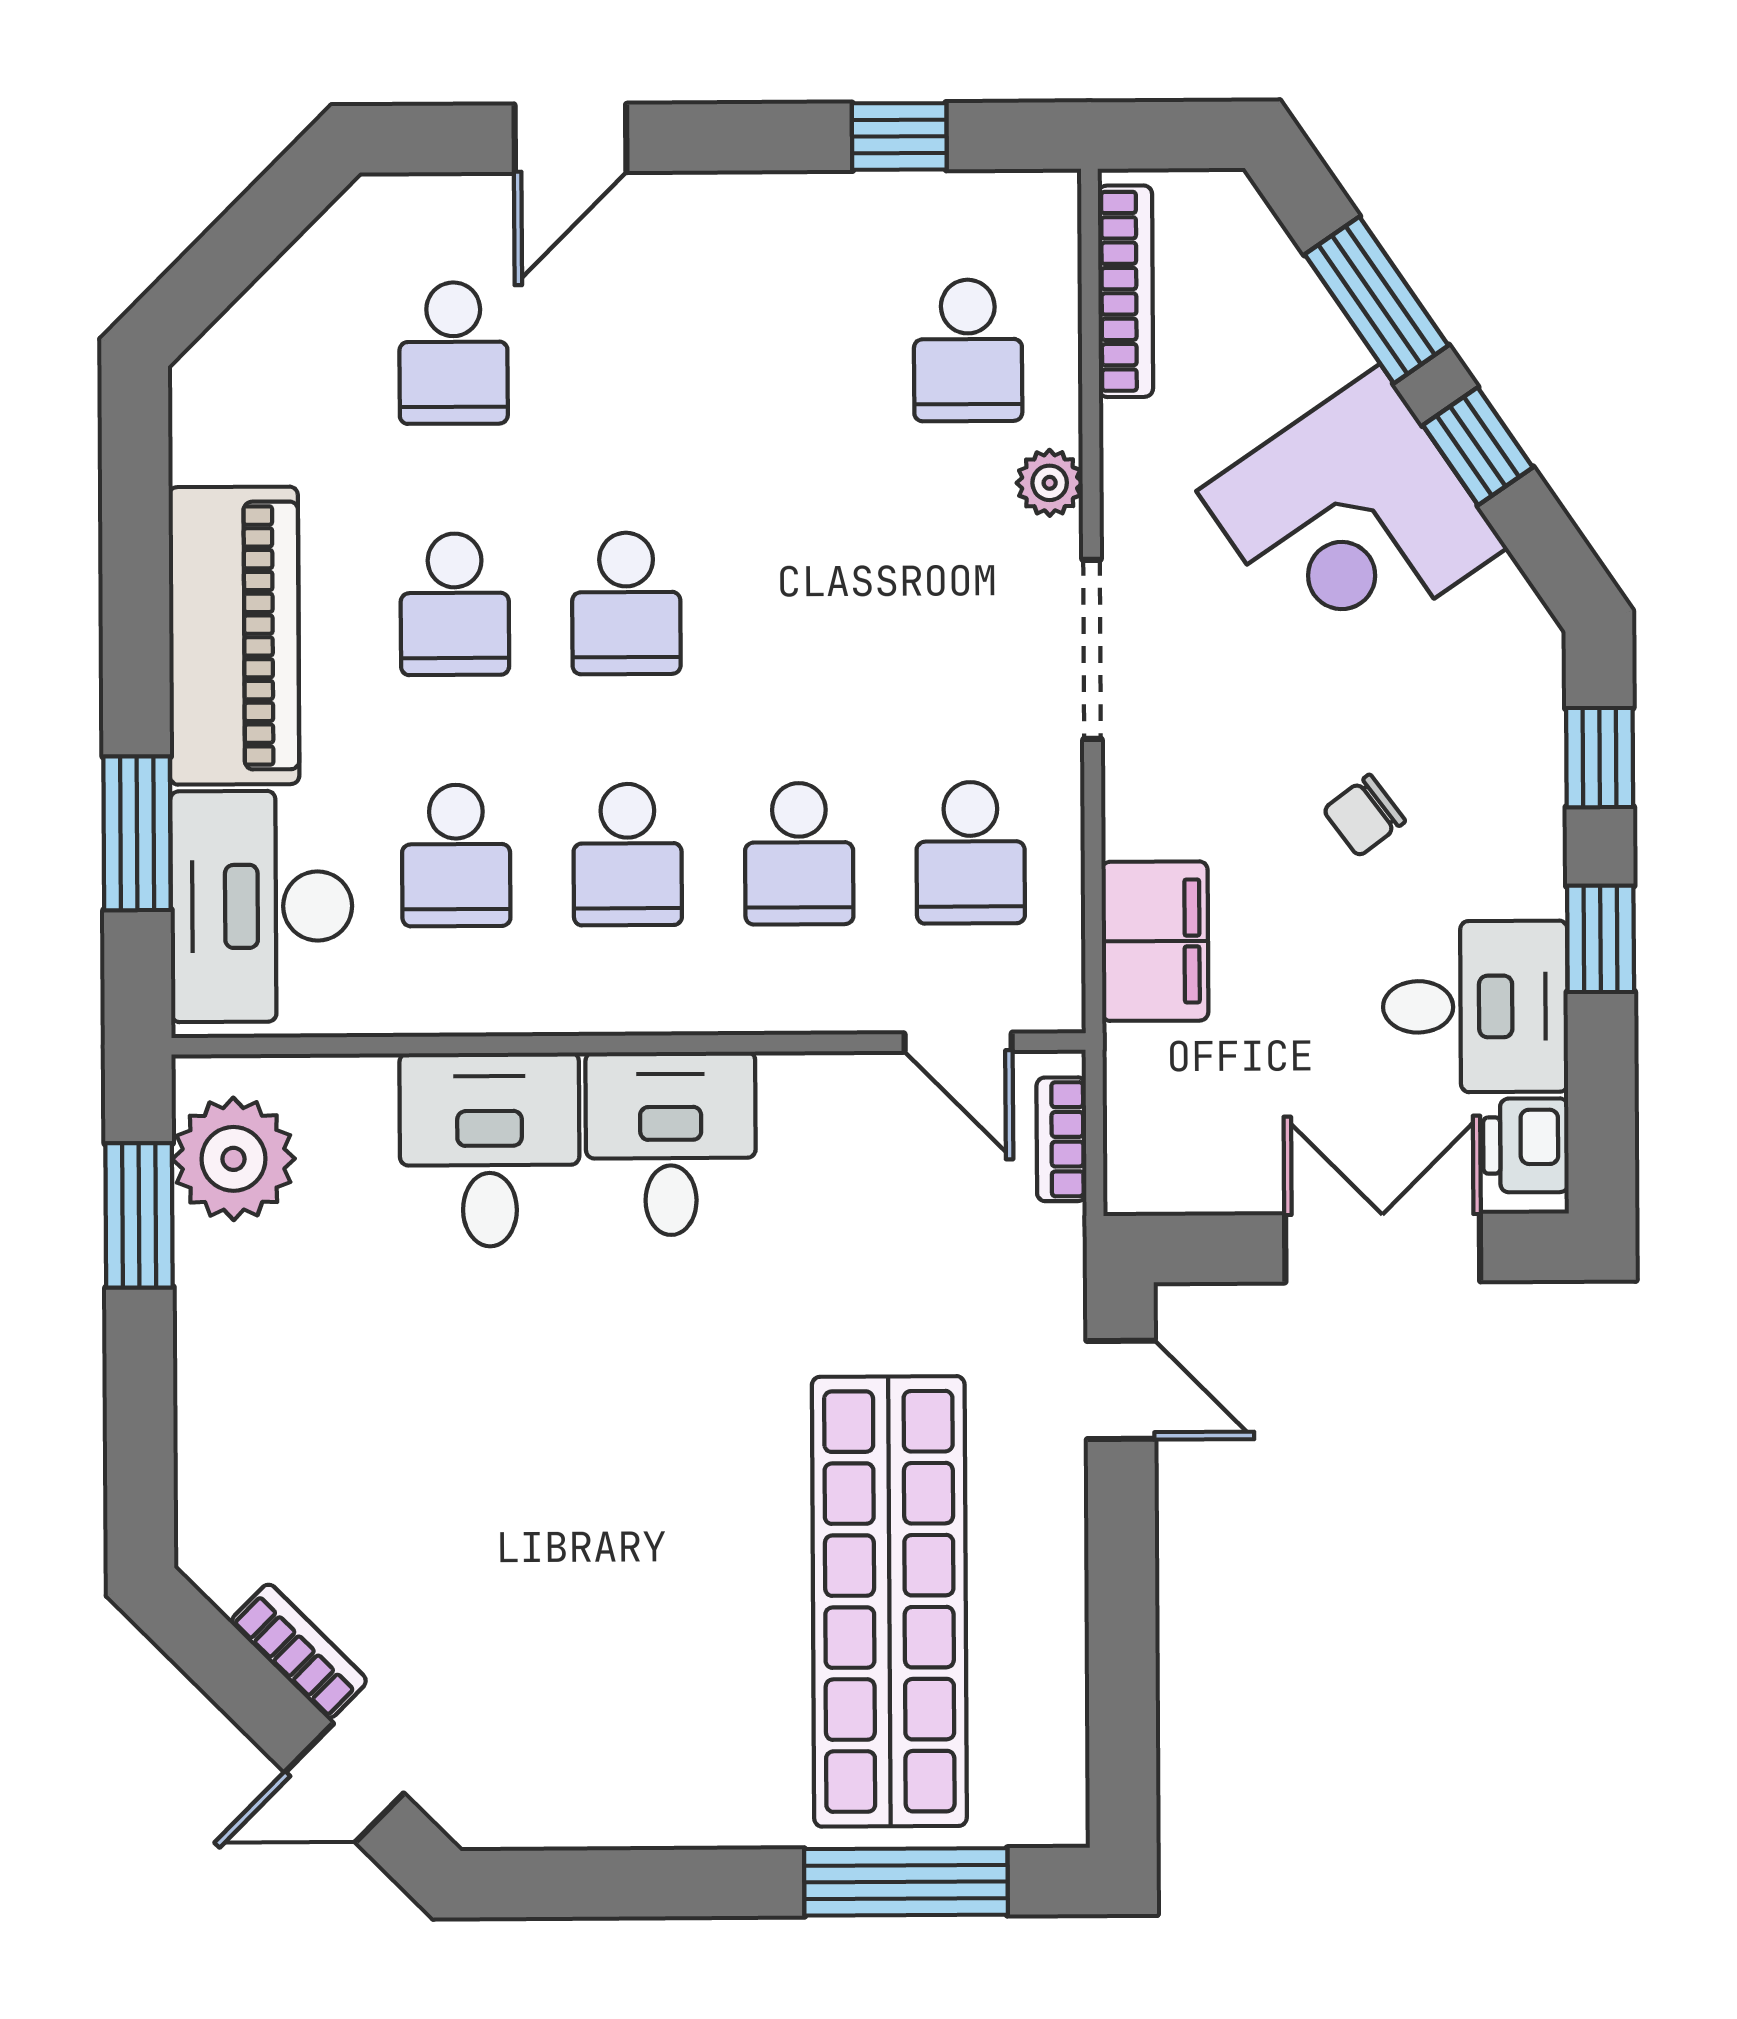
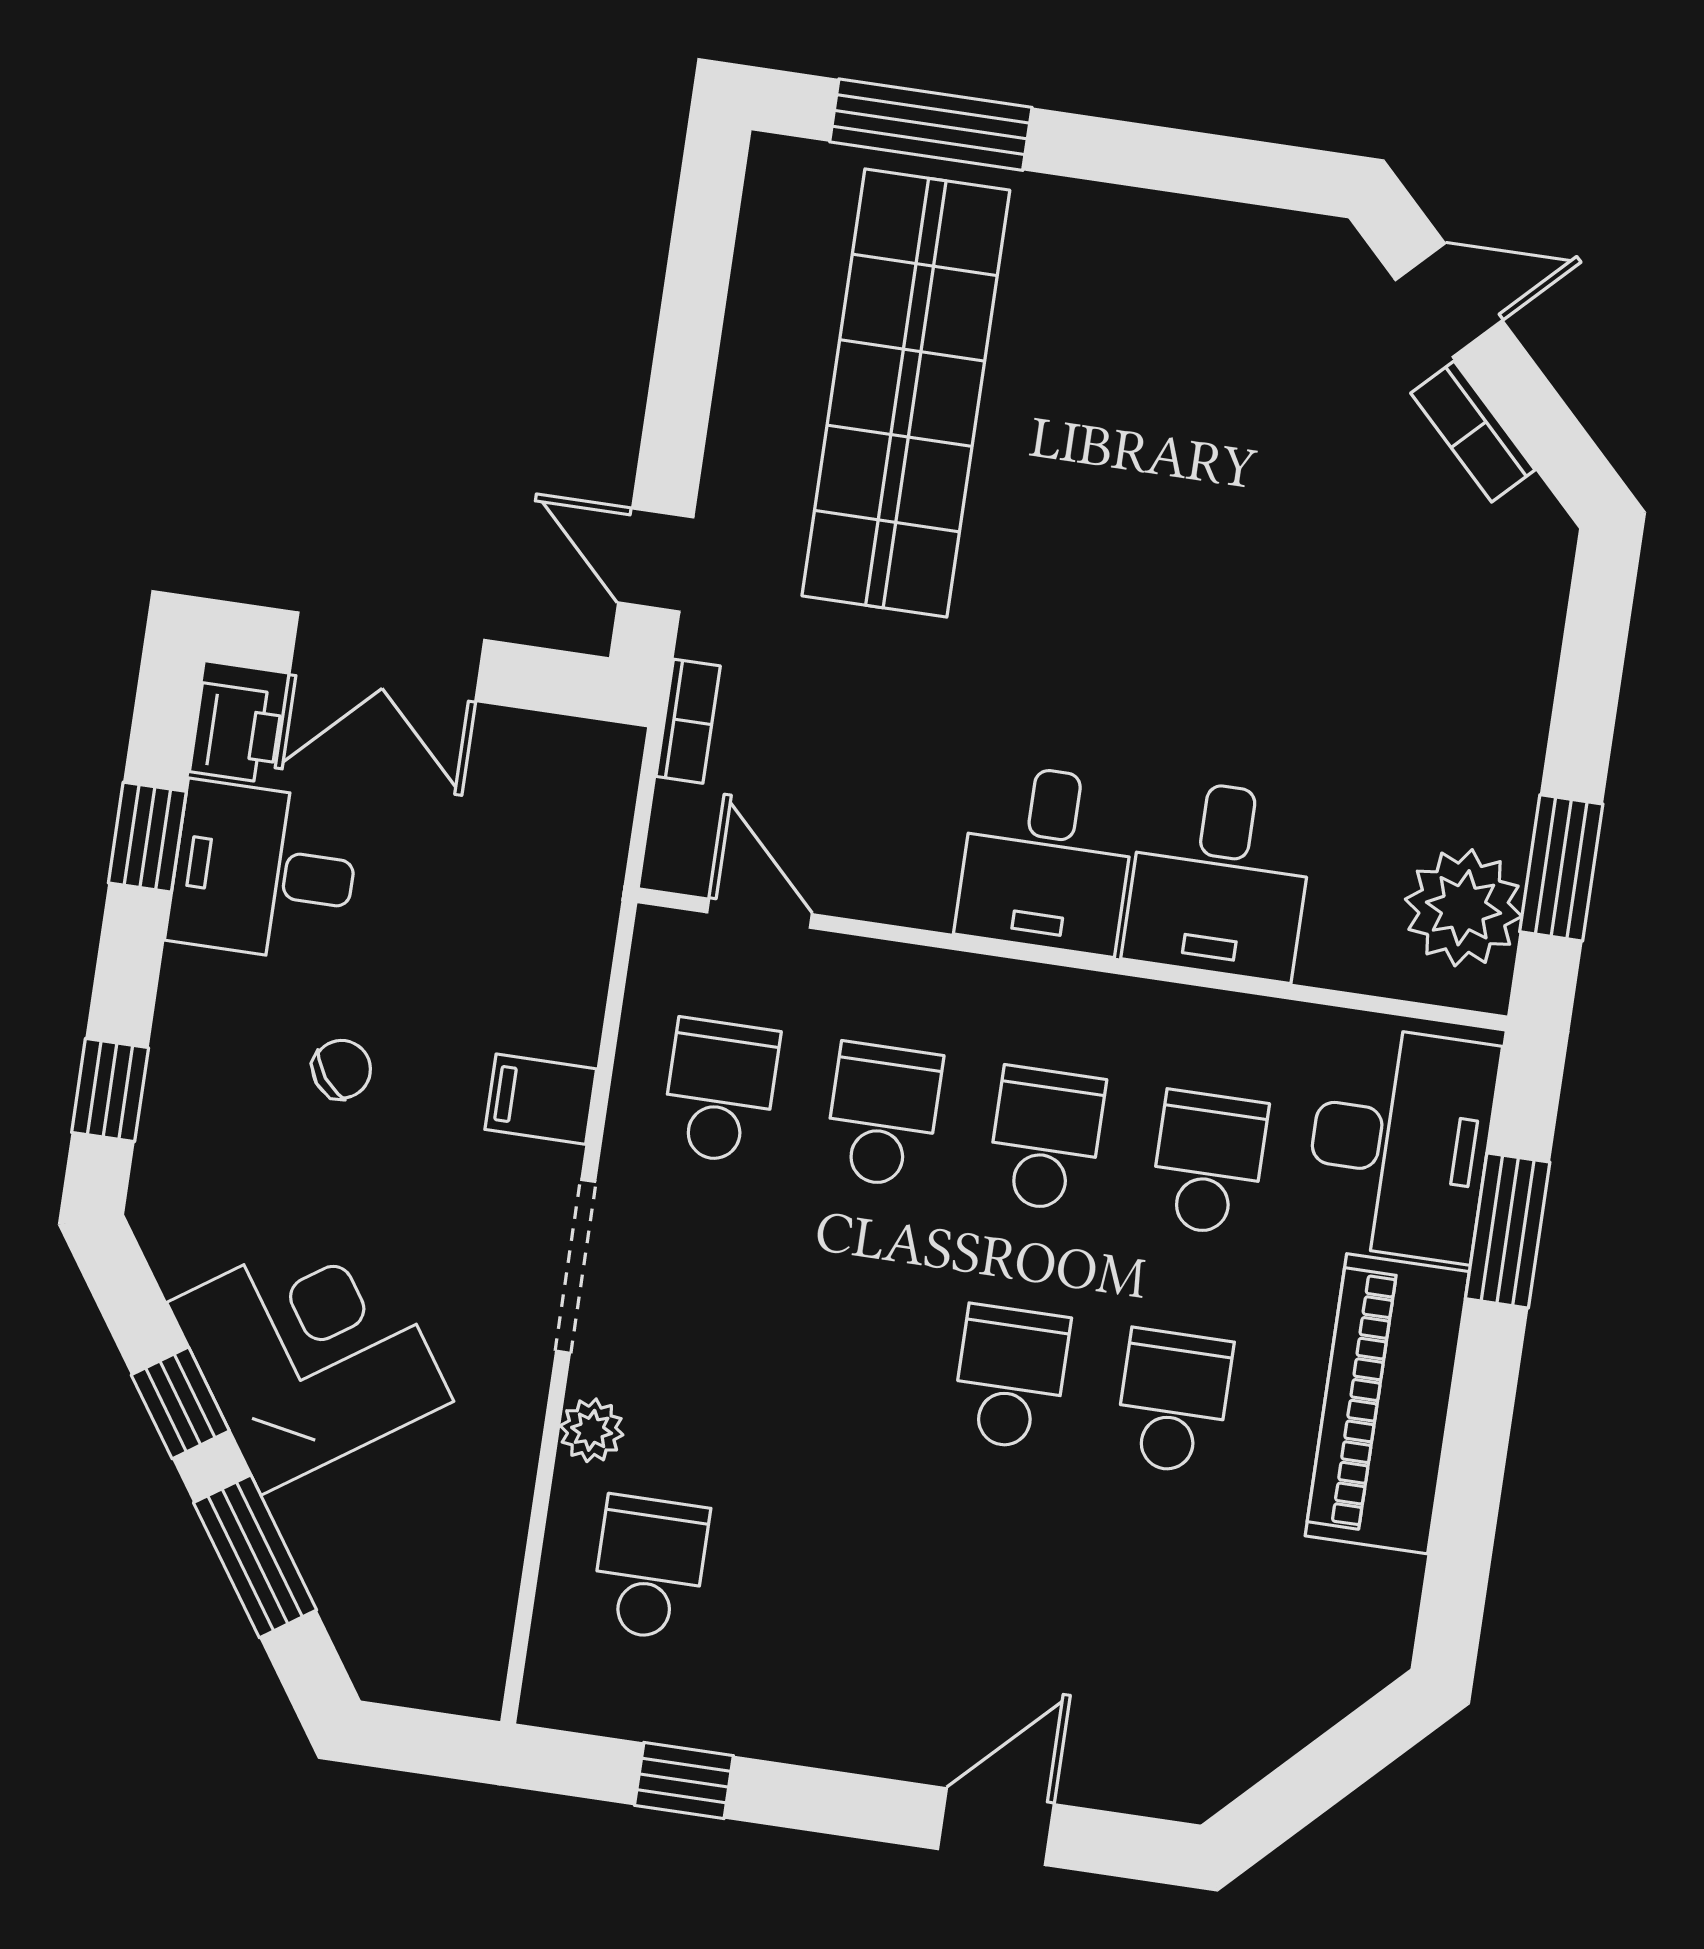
bookcase: (1125, 291) -> (492, 1601), removed
school desk: (453, 353) -> (1138, 1640), removed
window: (1601, 939) -> (147, 837), moved
filing cabinet: (1155, 941) -> (541, 1099), moved, width x0.50
bookcase: (1062, 1139) -> (688, 721), moved

